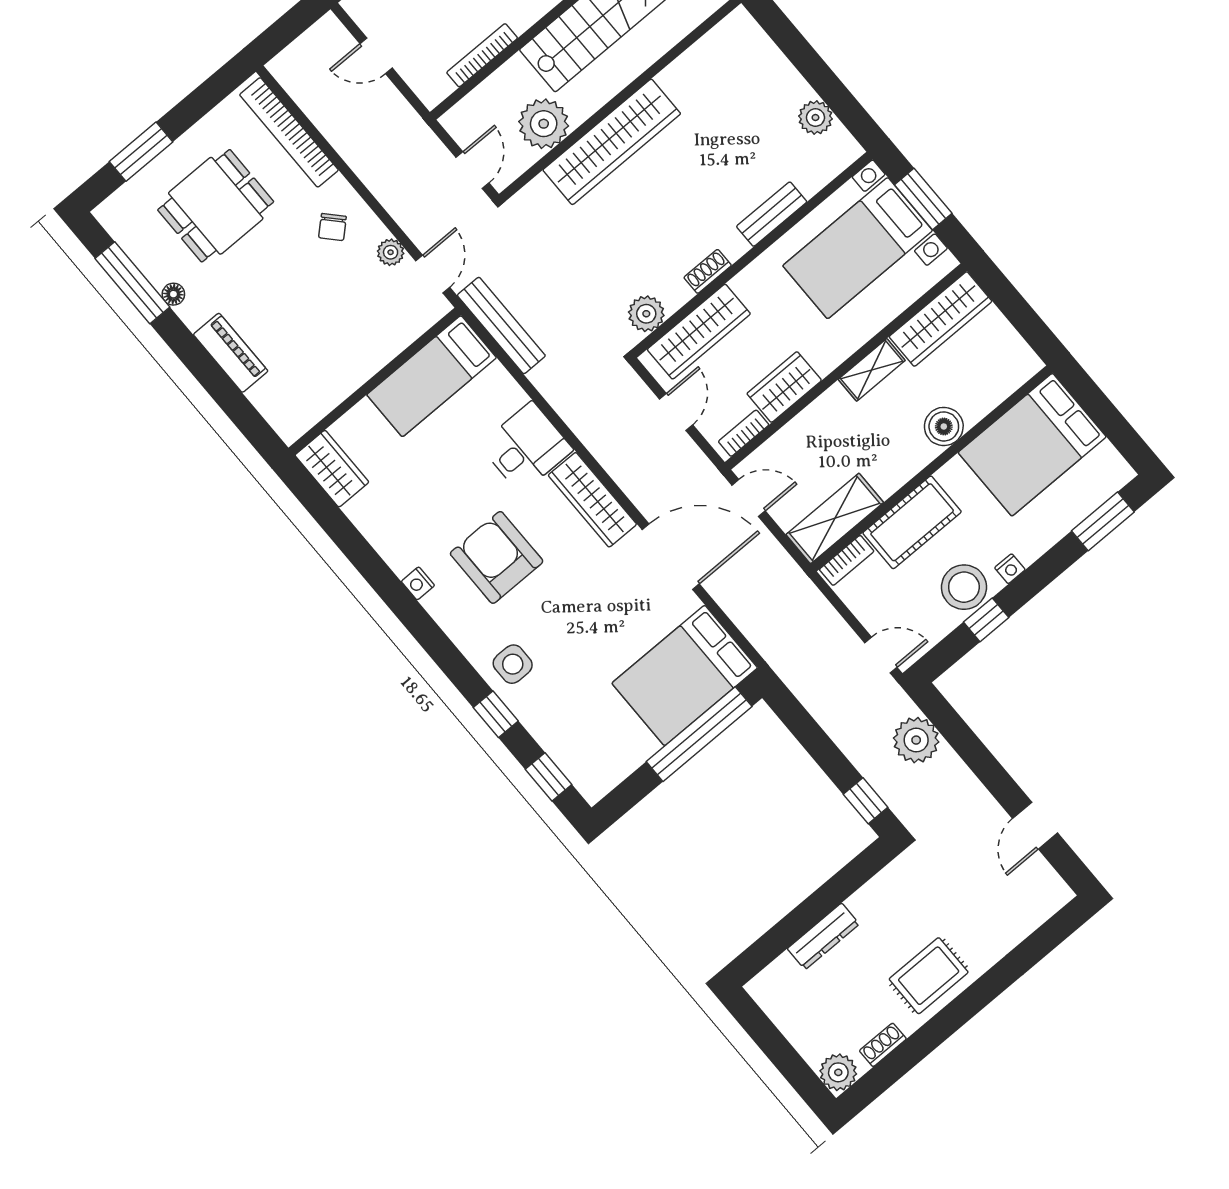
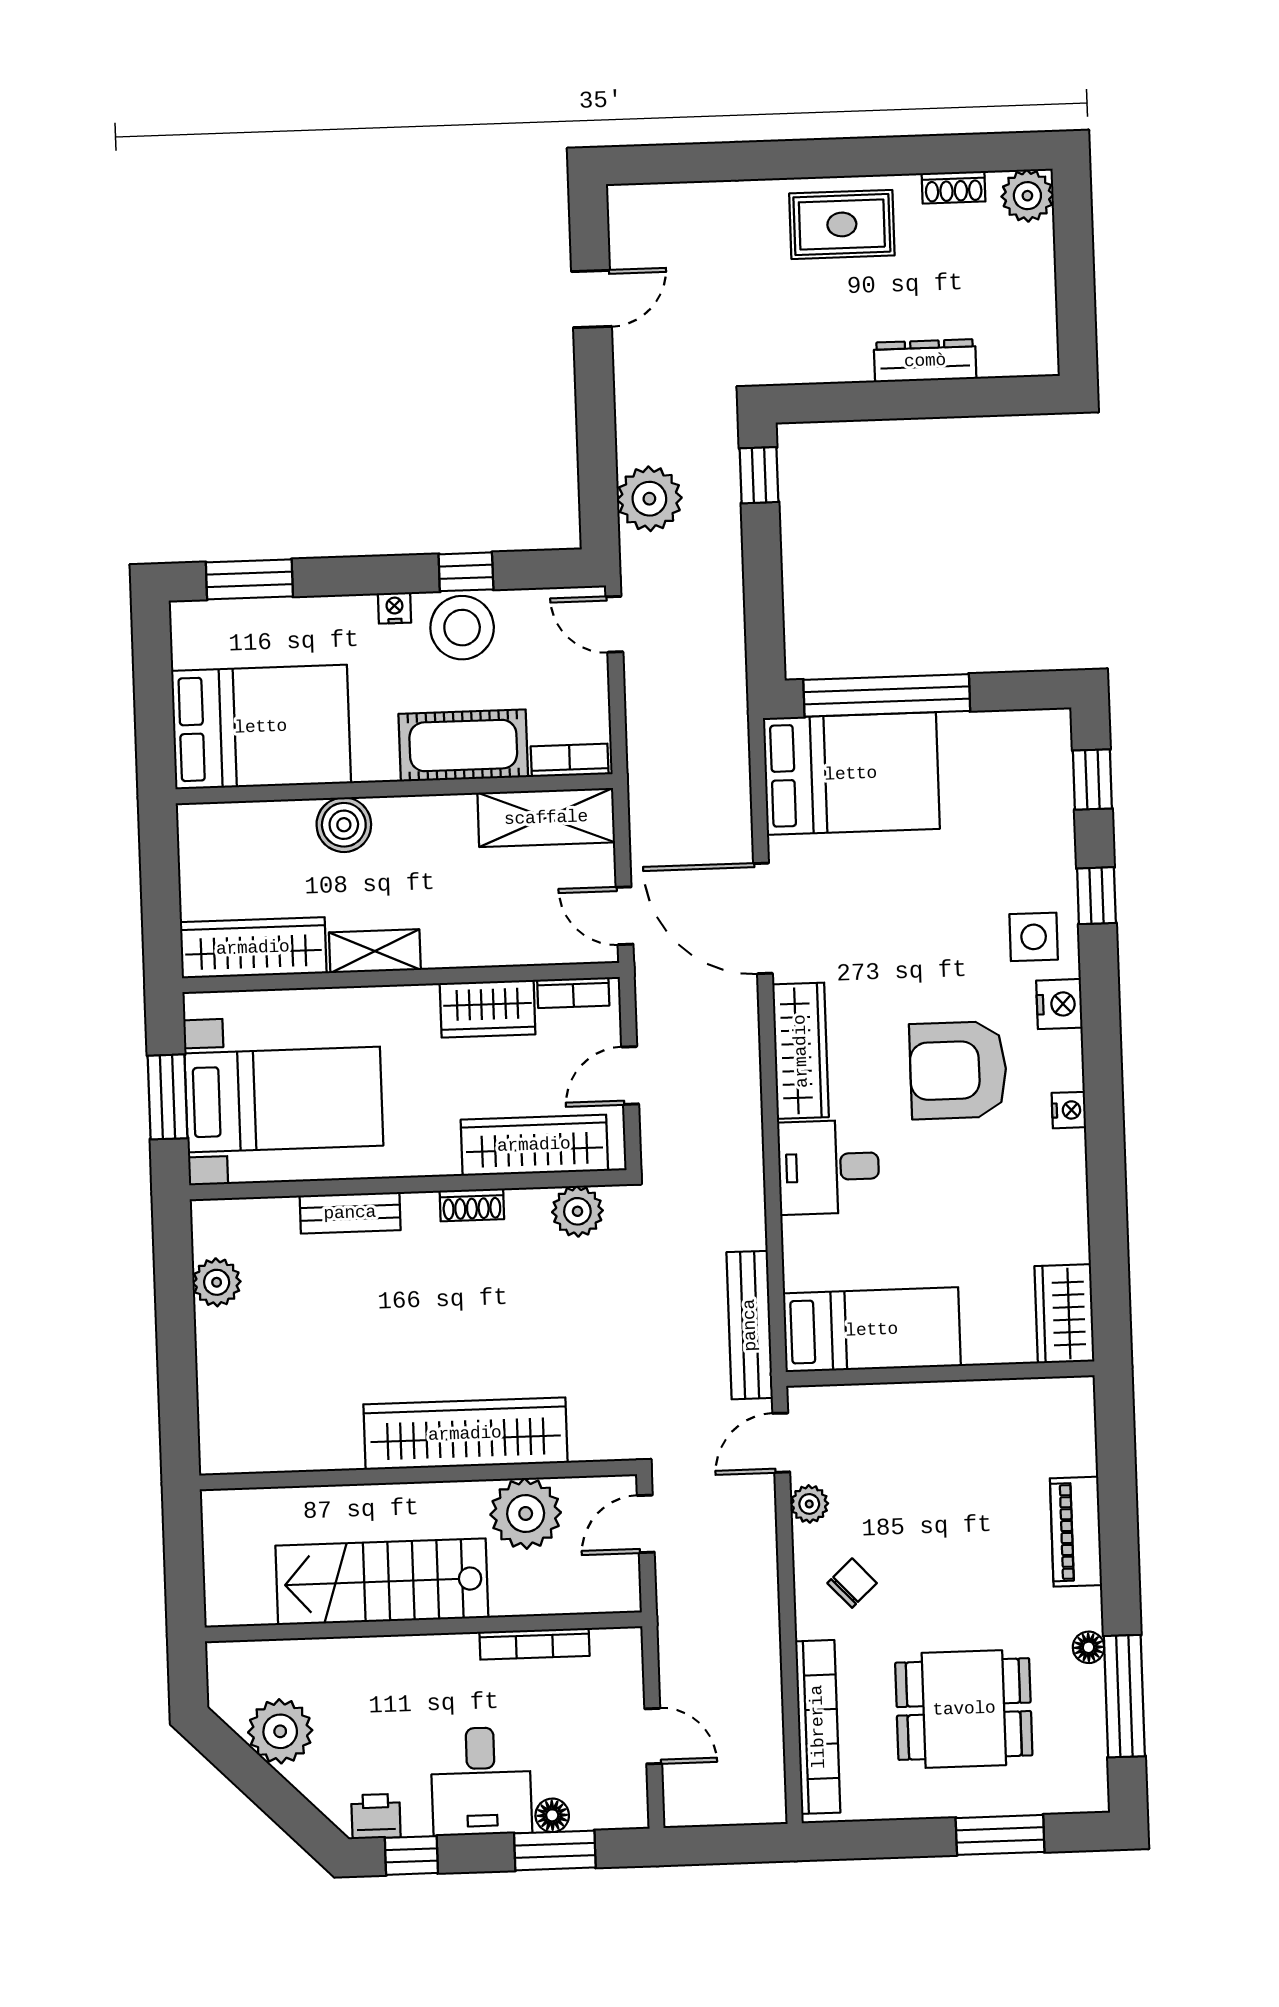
armchair: (497, 557) -> (958, 1070), turned 90
nightstand: (469, 638) -> (1059, 1004), added

